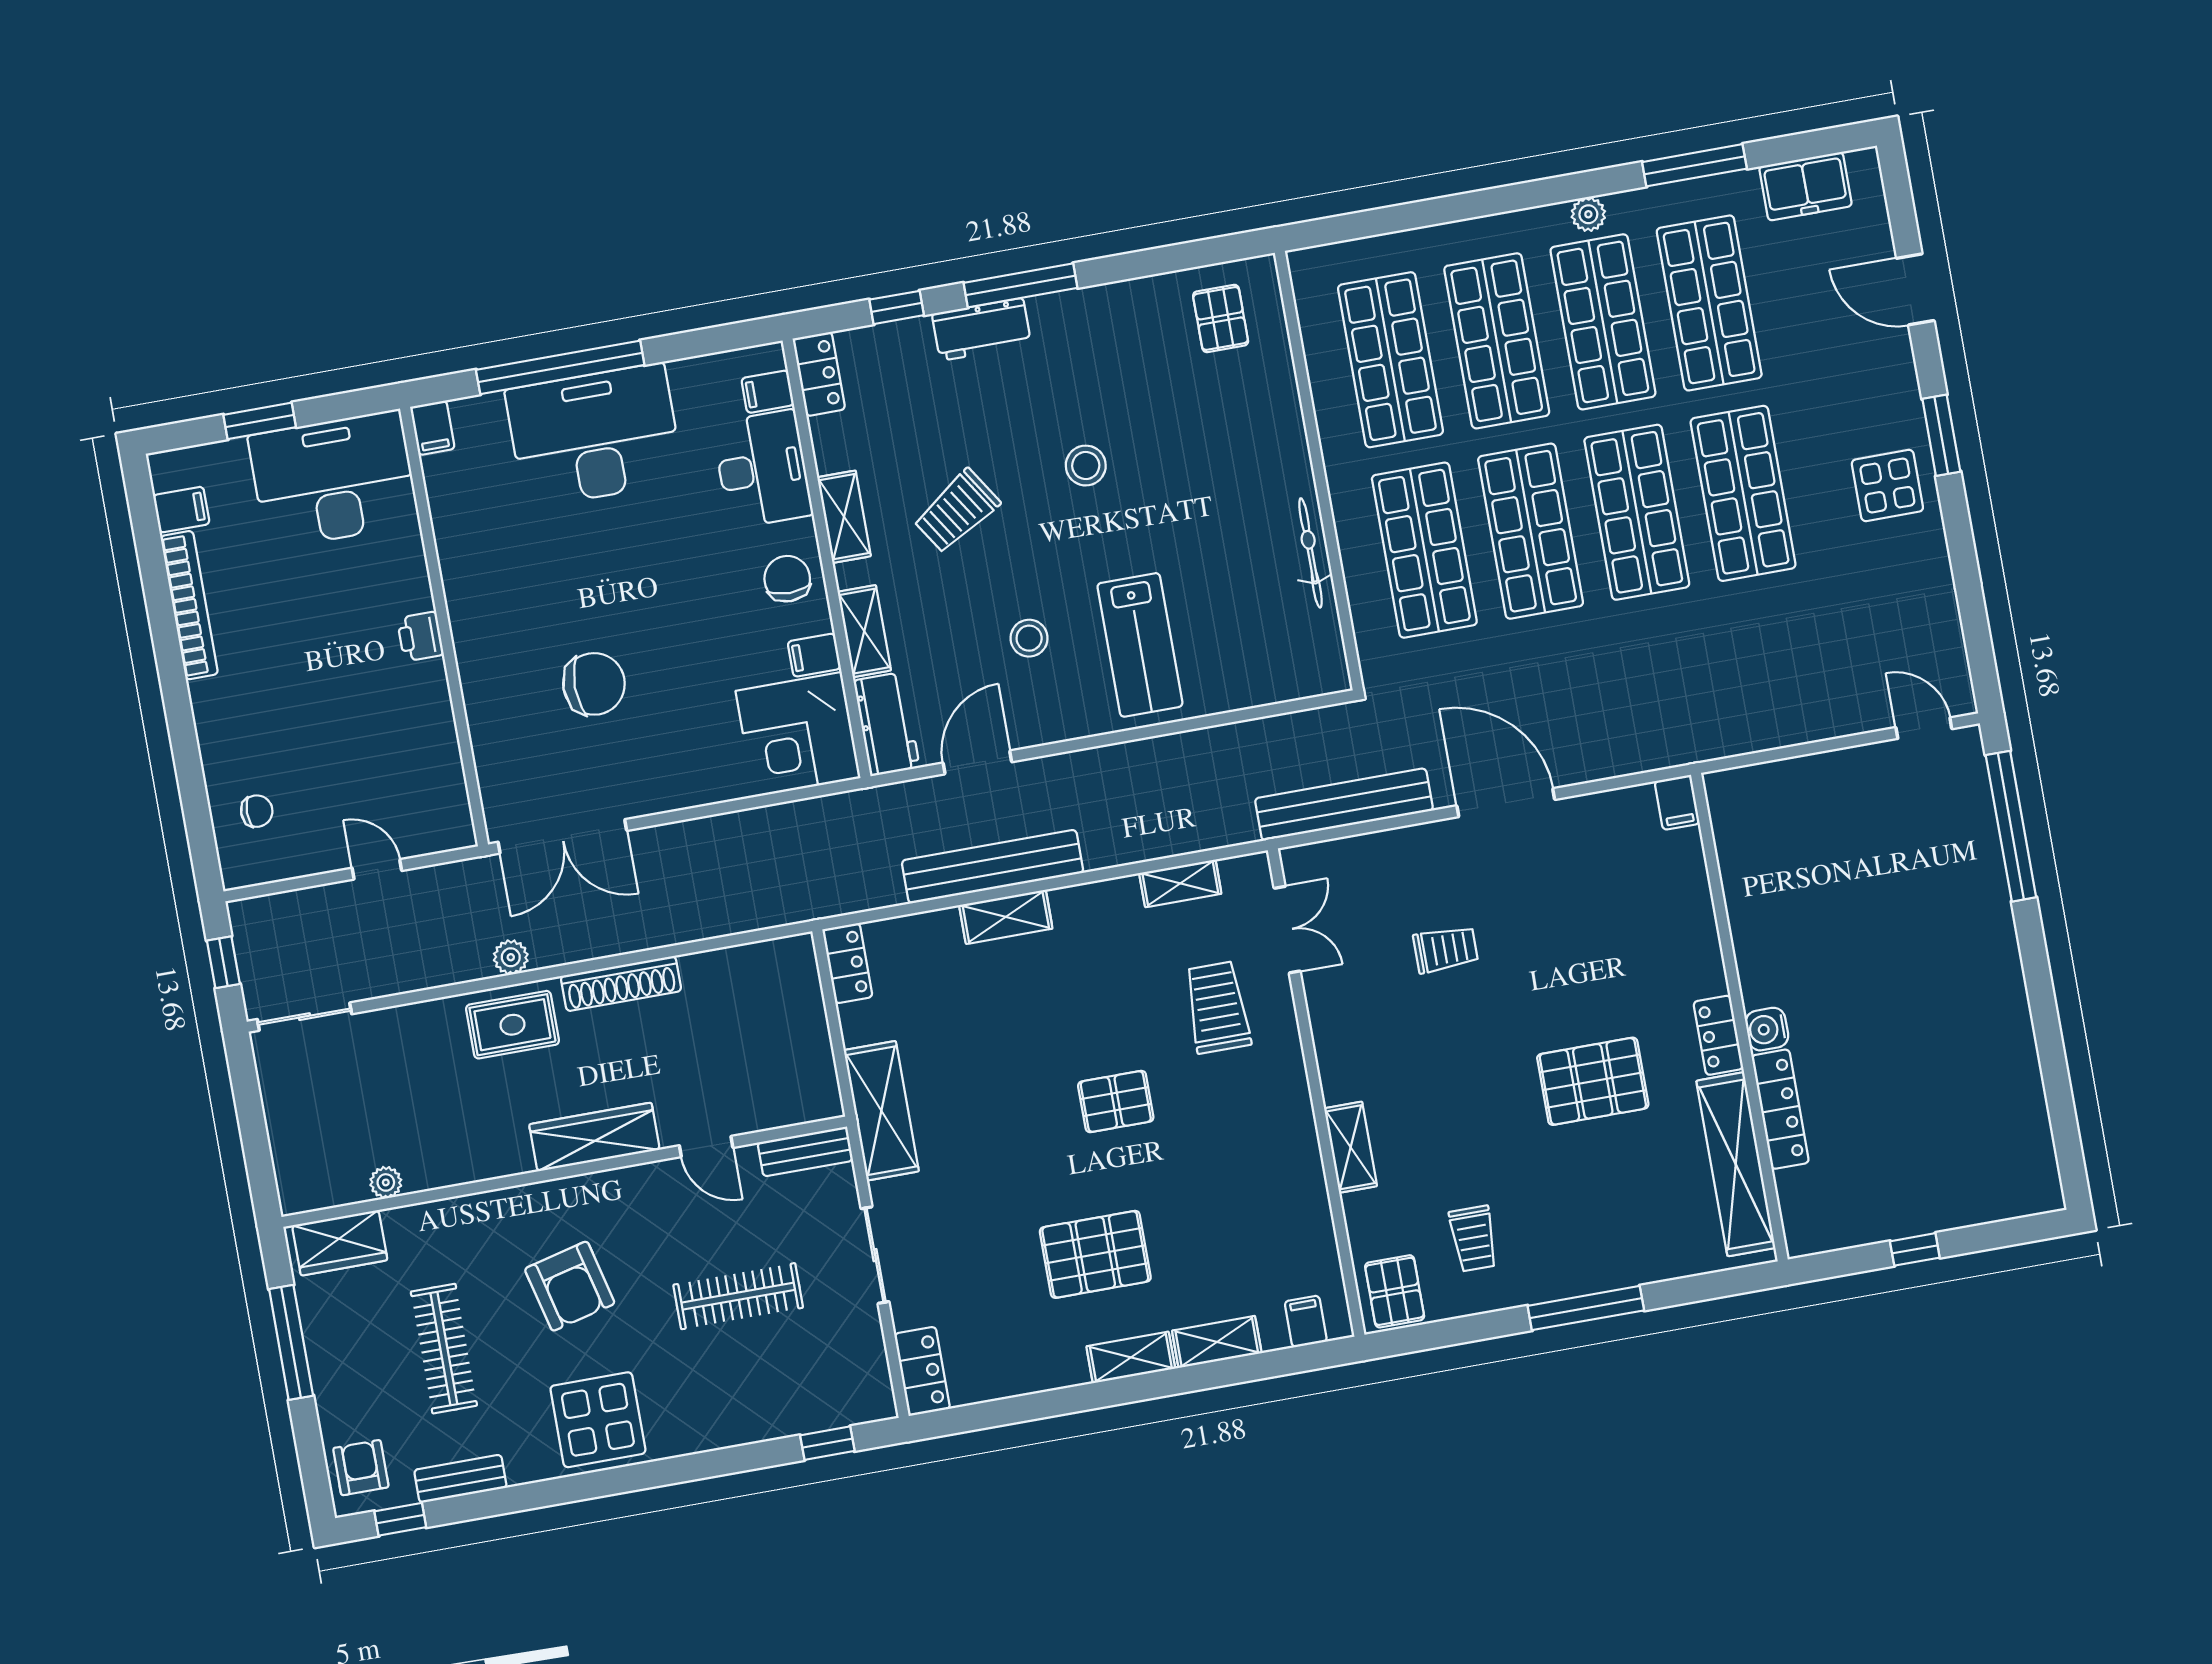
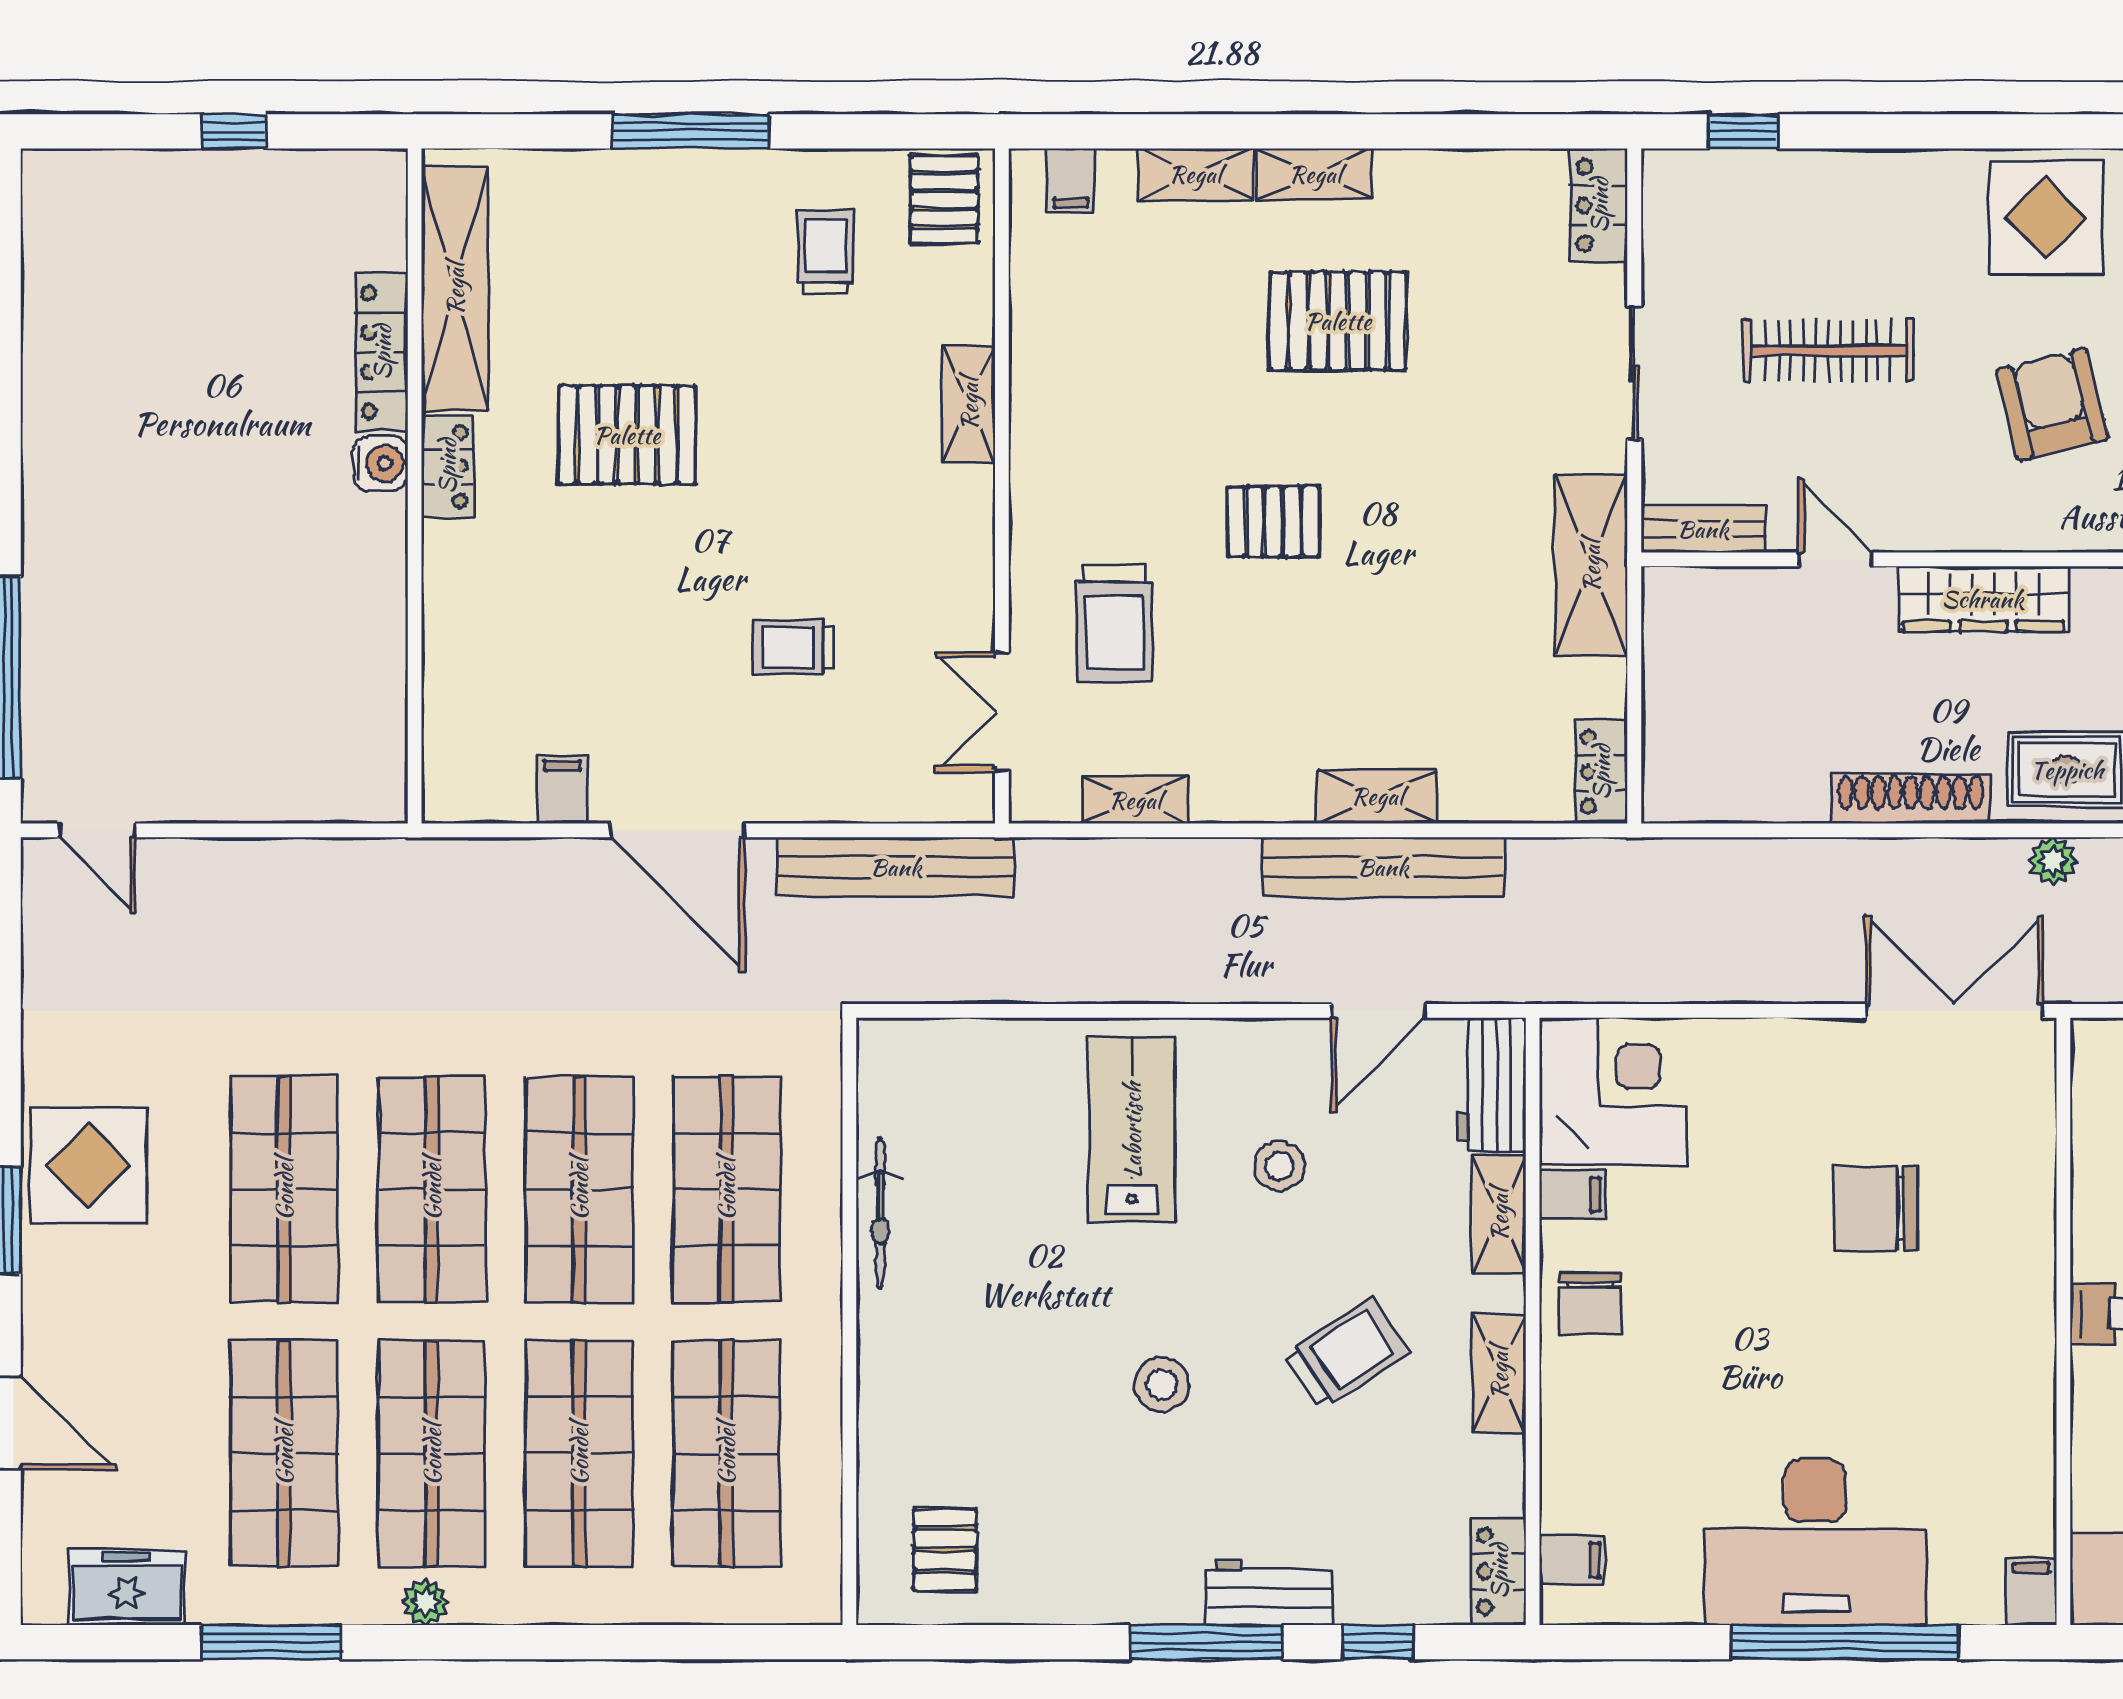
desk: (762, 469) -> (1597, 1457), removed
display table: (1887, 485) -> (88, 1165), width x1.36, depth x1.36
filing cabinet: (1677, 802) -> (562, 789), moved

